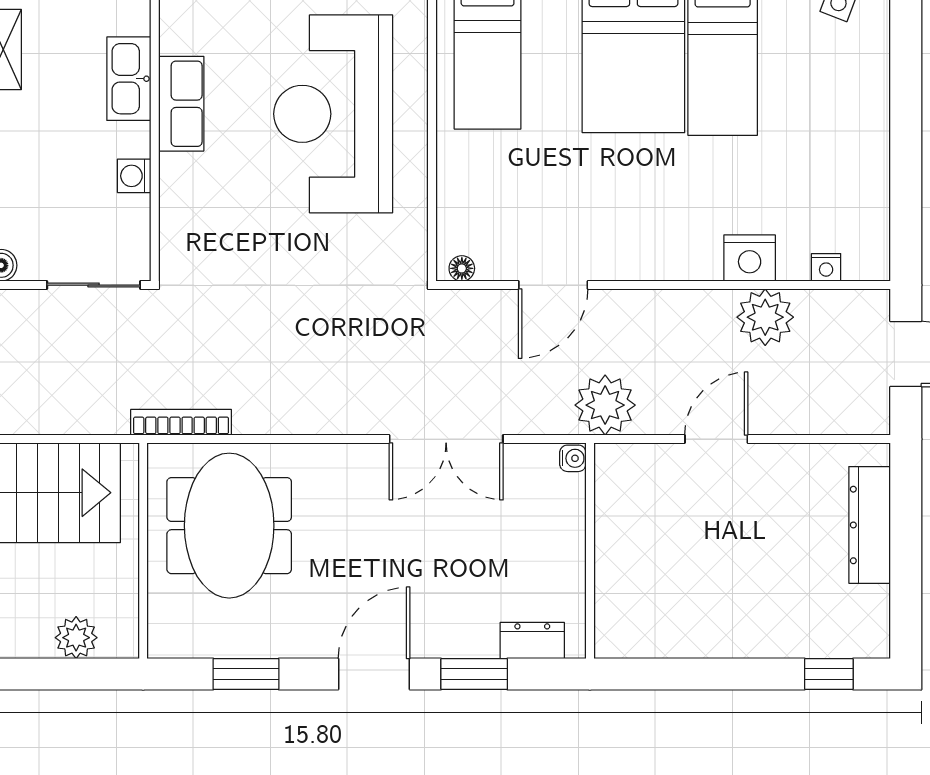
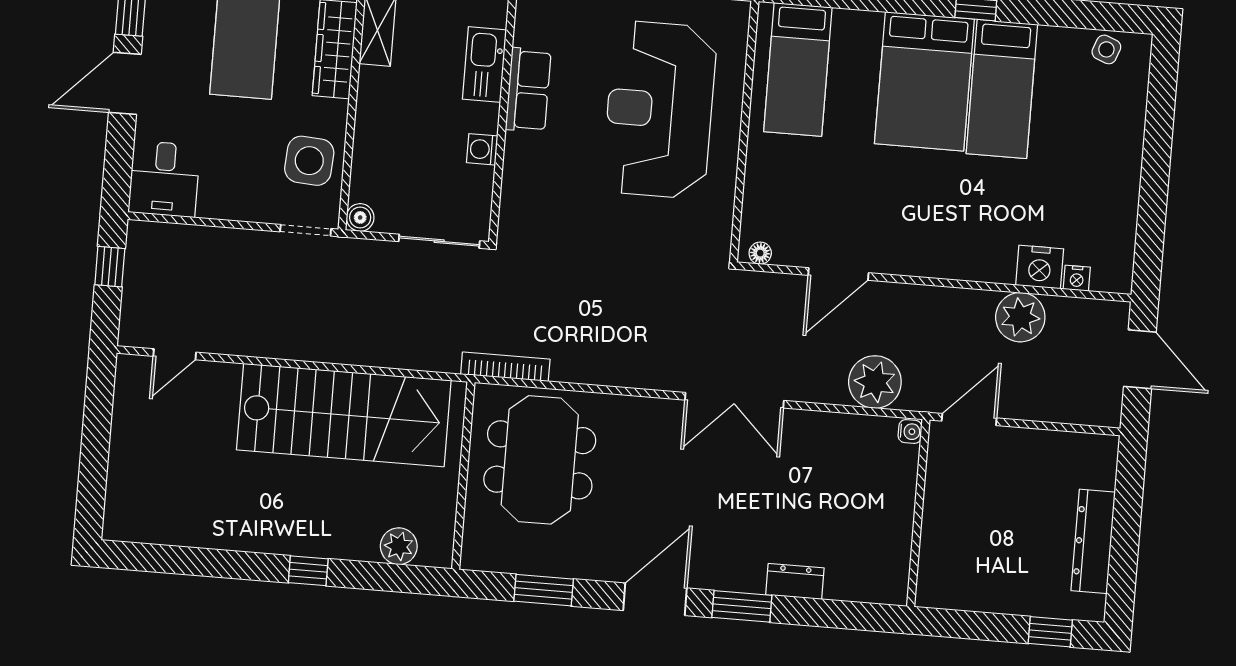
nightstand: (750, 258) -> (1040, 267), moved
water cooler: (573, 458) -> (910, 432), moved
dresser: (870, 525) -> (1093, 541), moved
wall: (590, 551) -> (918, 513), moved

